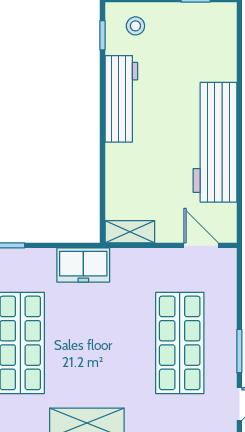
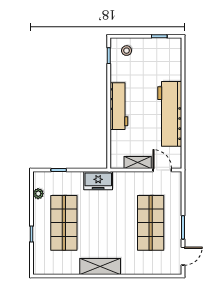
workbench: (121, 99) -> (119, 106), moved
shelving: (130, 232) -> (138, 162), moved

